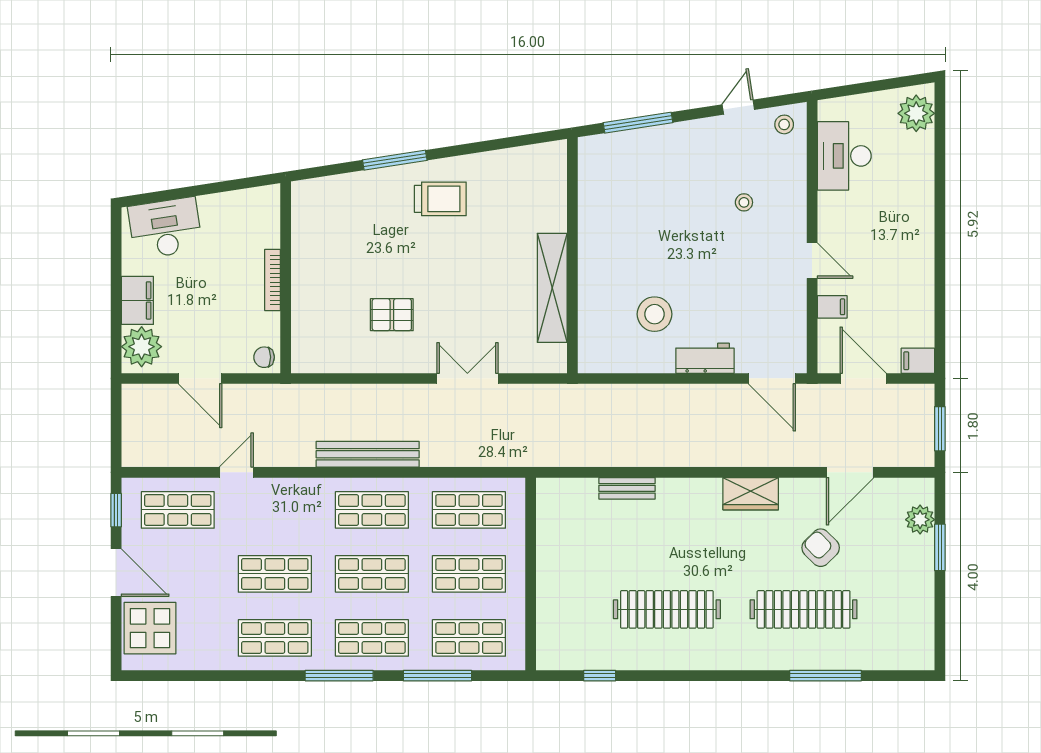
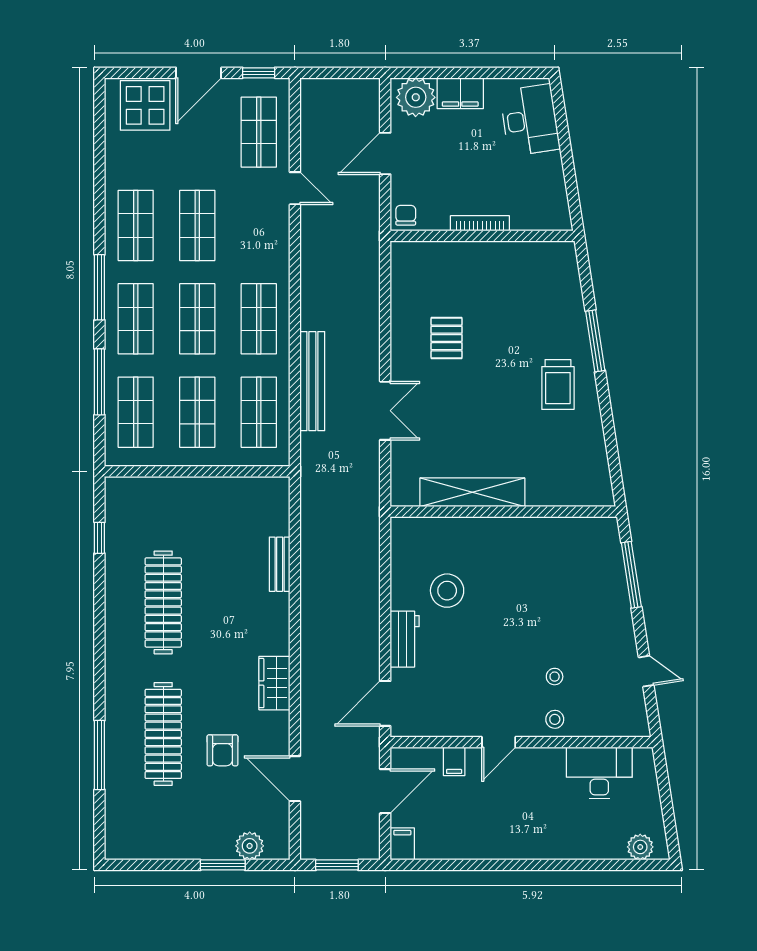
plant: (916, 113) -> (640, 847), width x0.73, depth x0.73
stool: (784, 124) -> (555, 719), moved
bench: (368, 454) -> (312, 381), moved
armchair: (821, 548) -> (222, 750), turned 135

